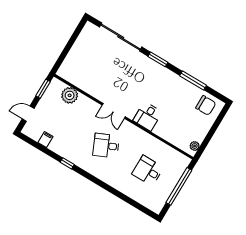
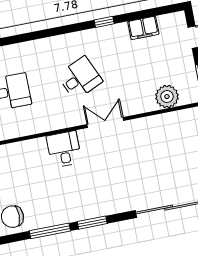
window: (158, 59) -> (92, 223), moved
filing cabinet: (45, 139) -> (143, 28), width x2.00

